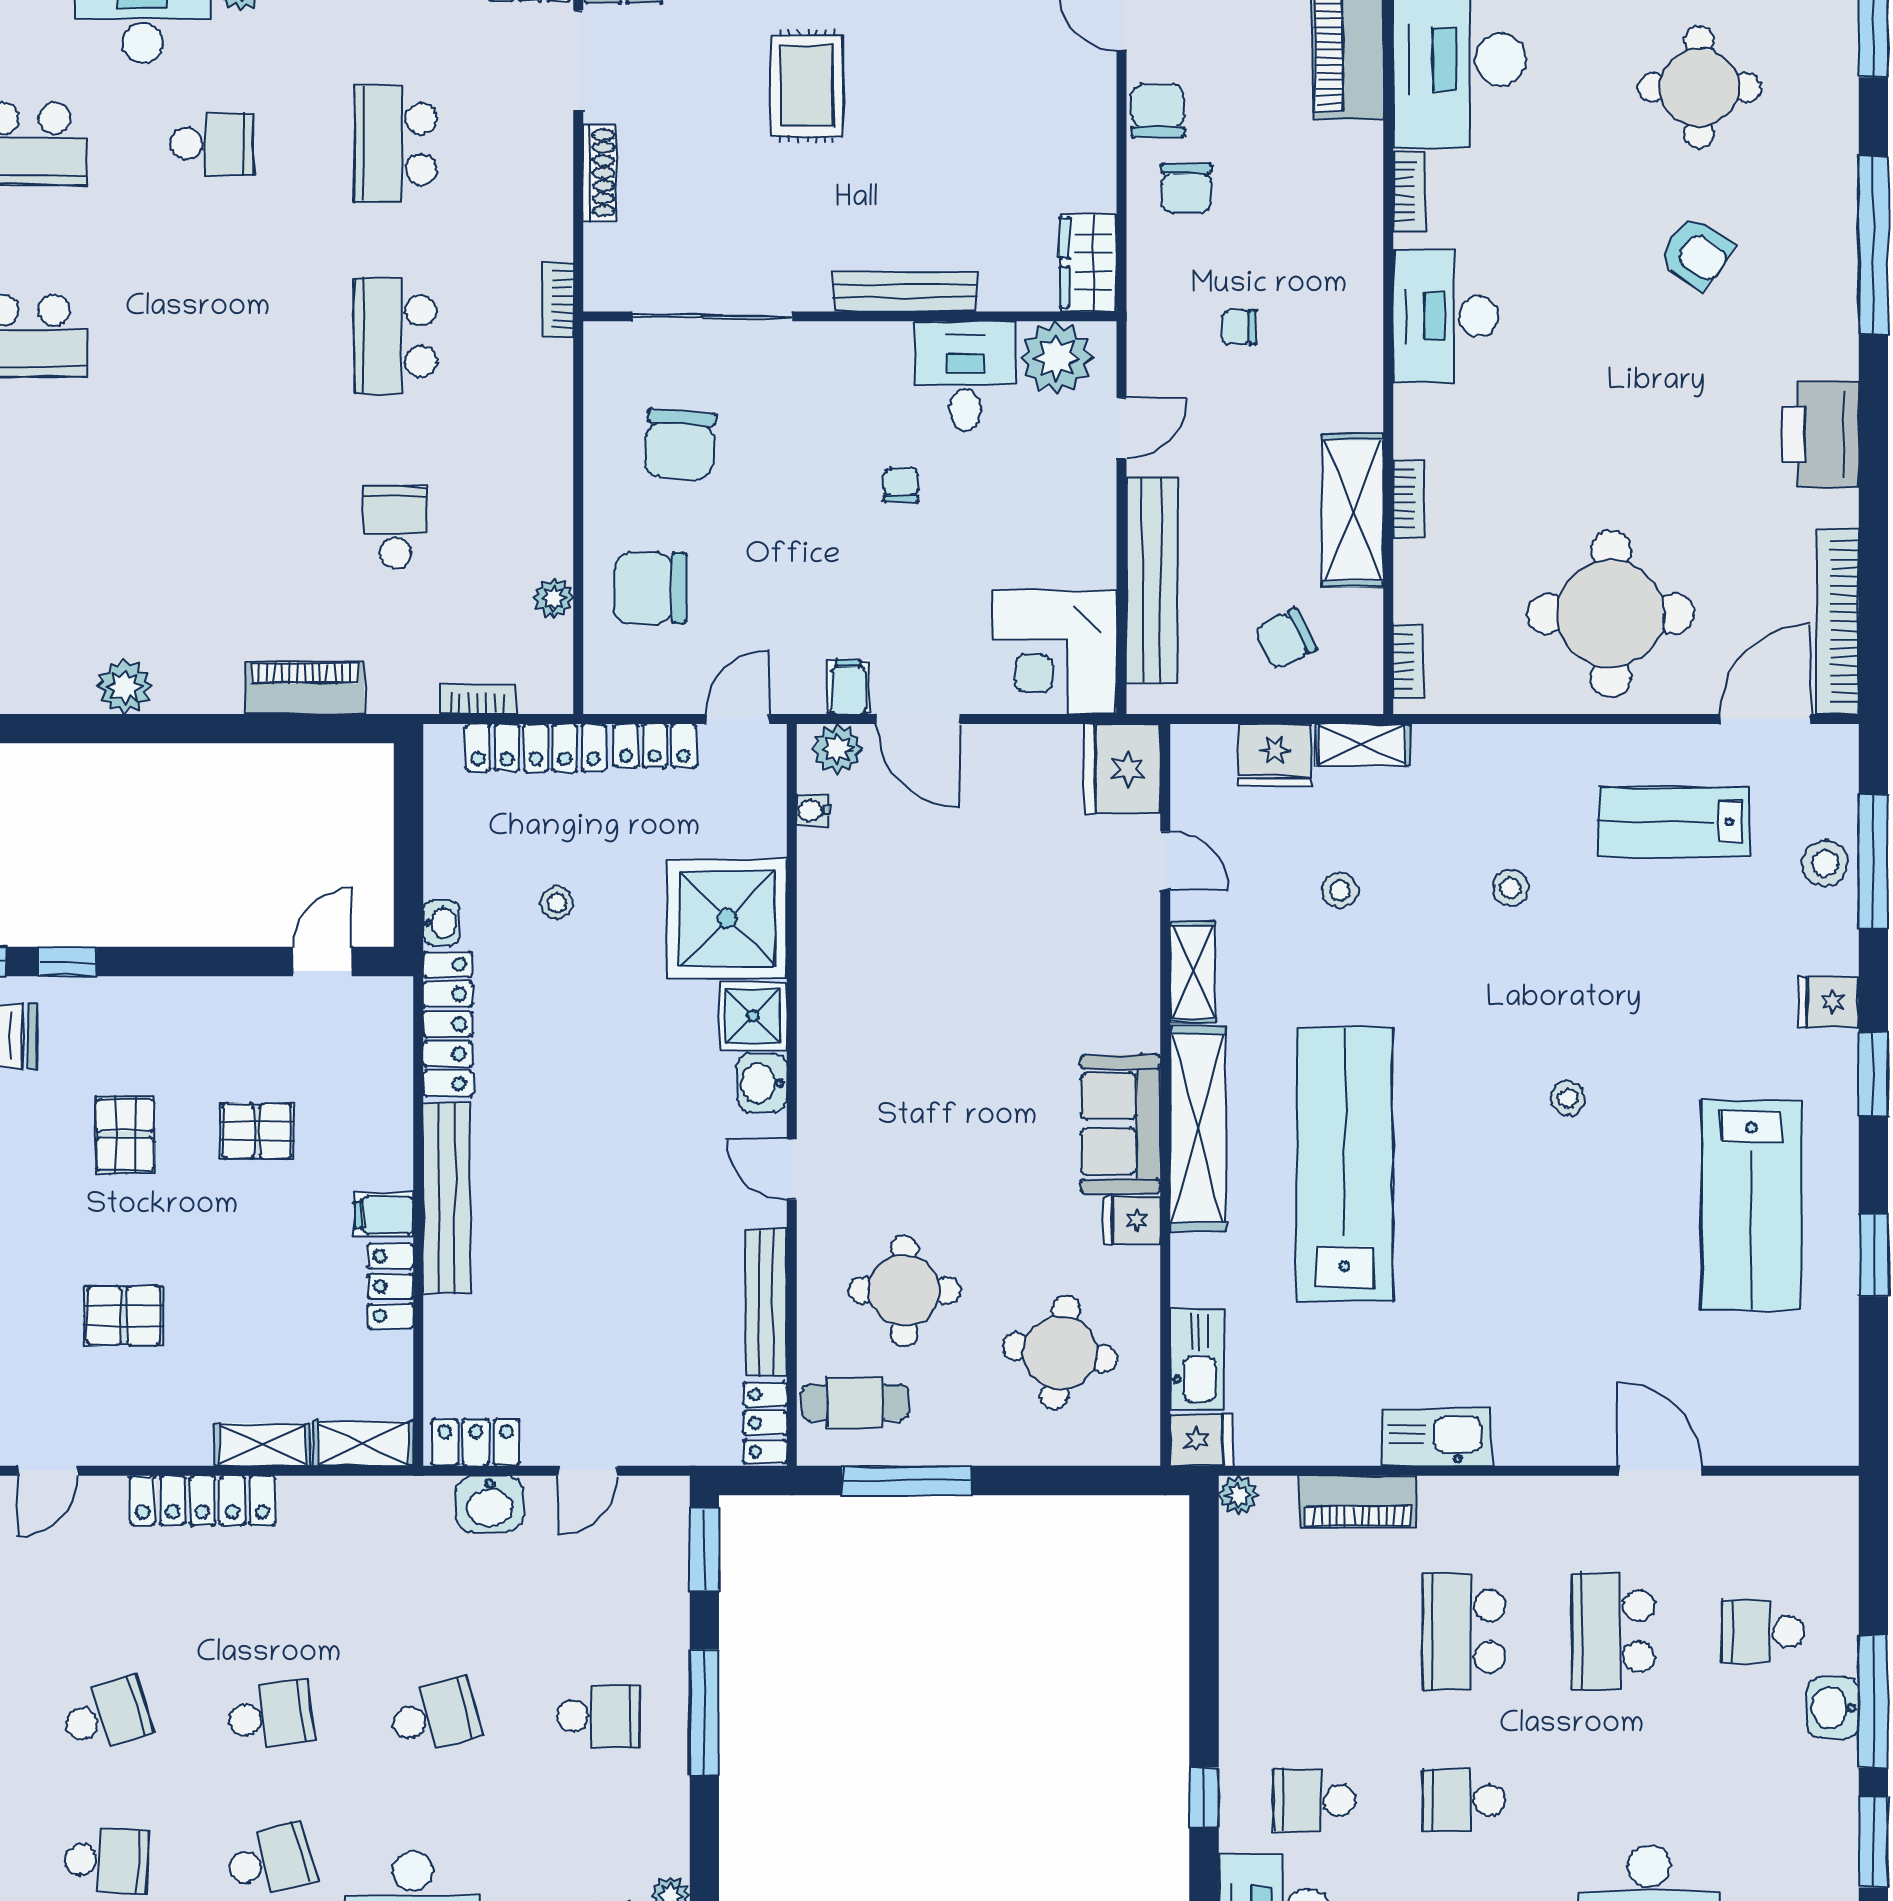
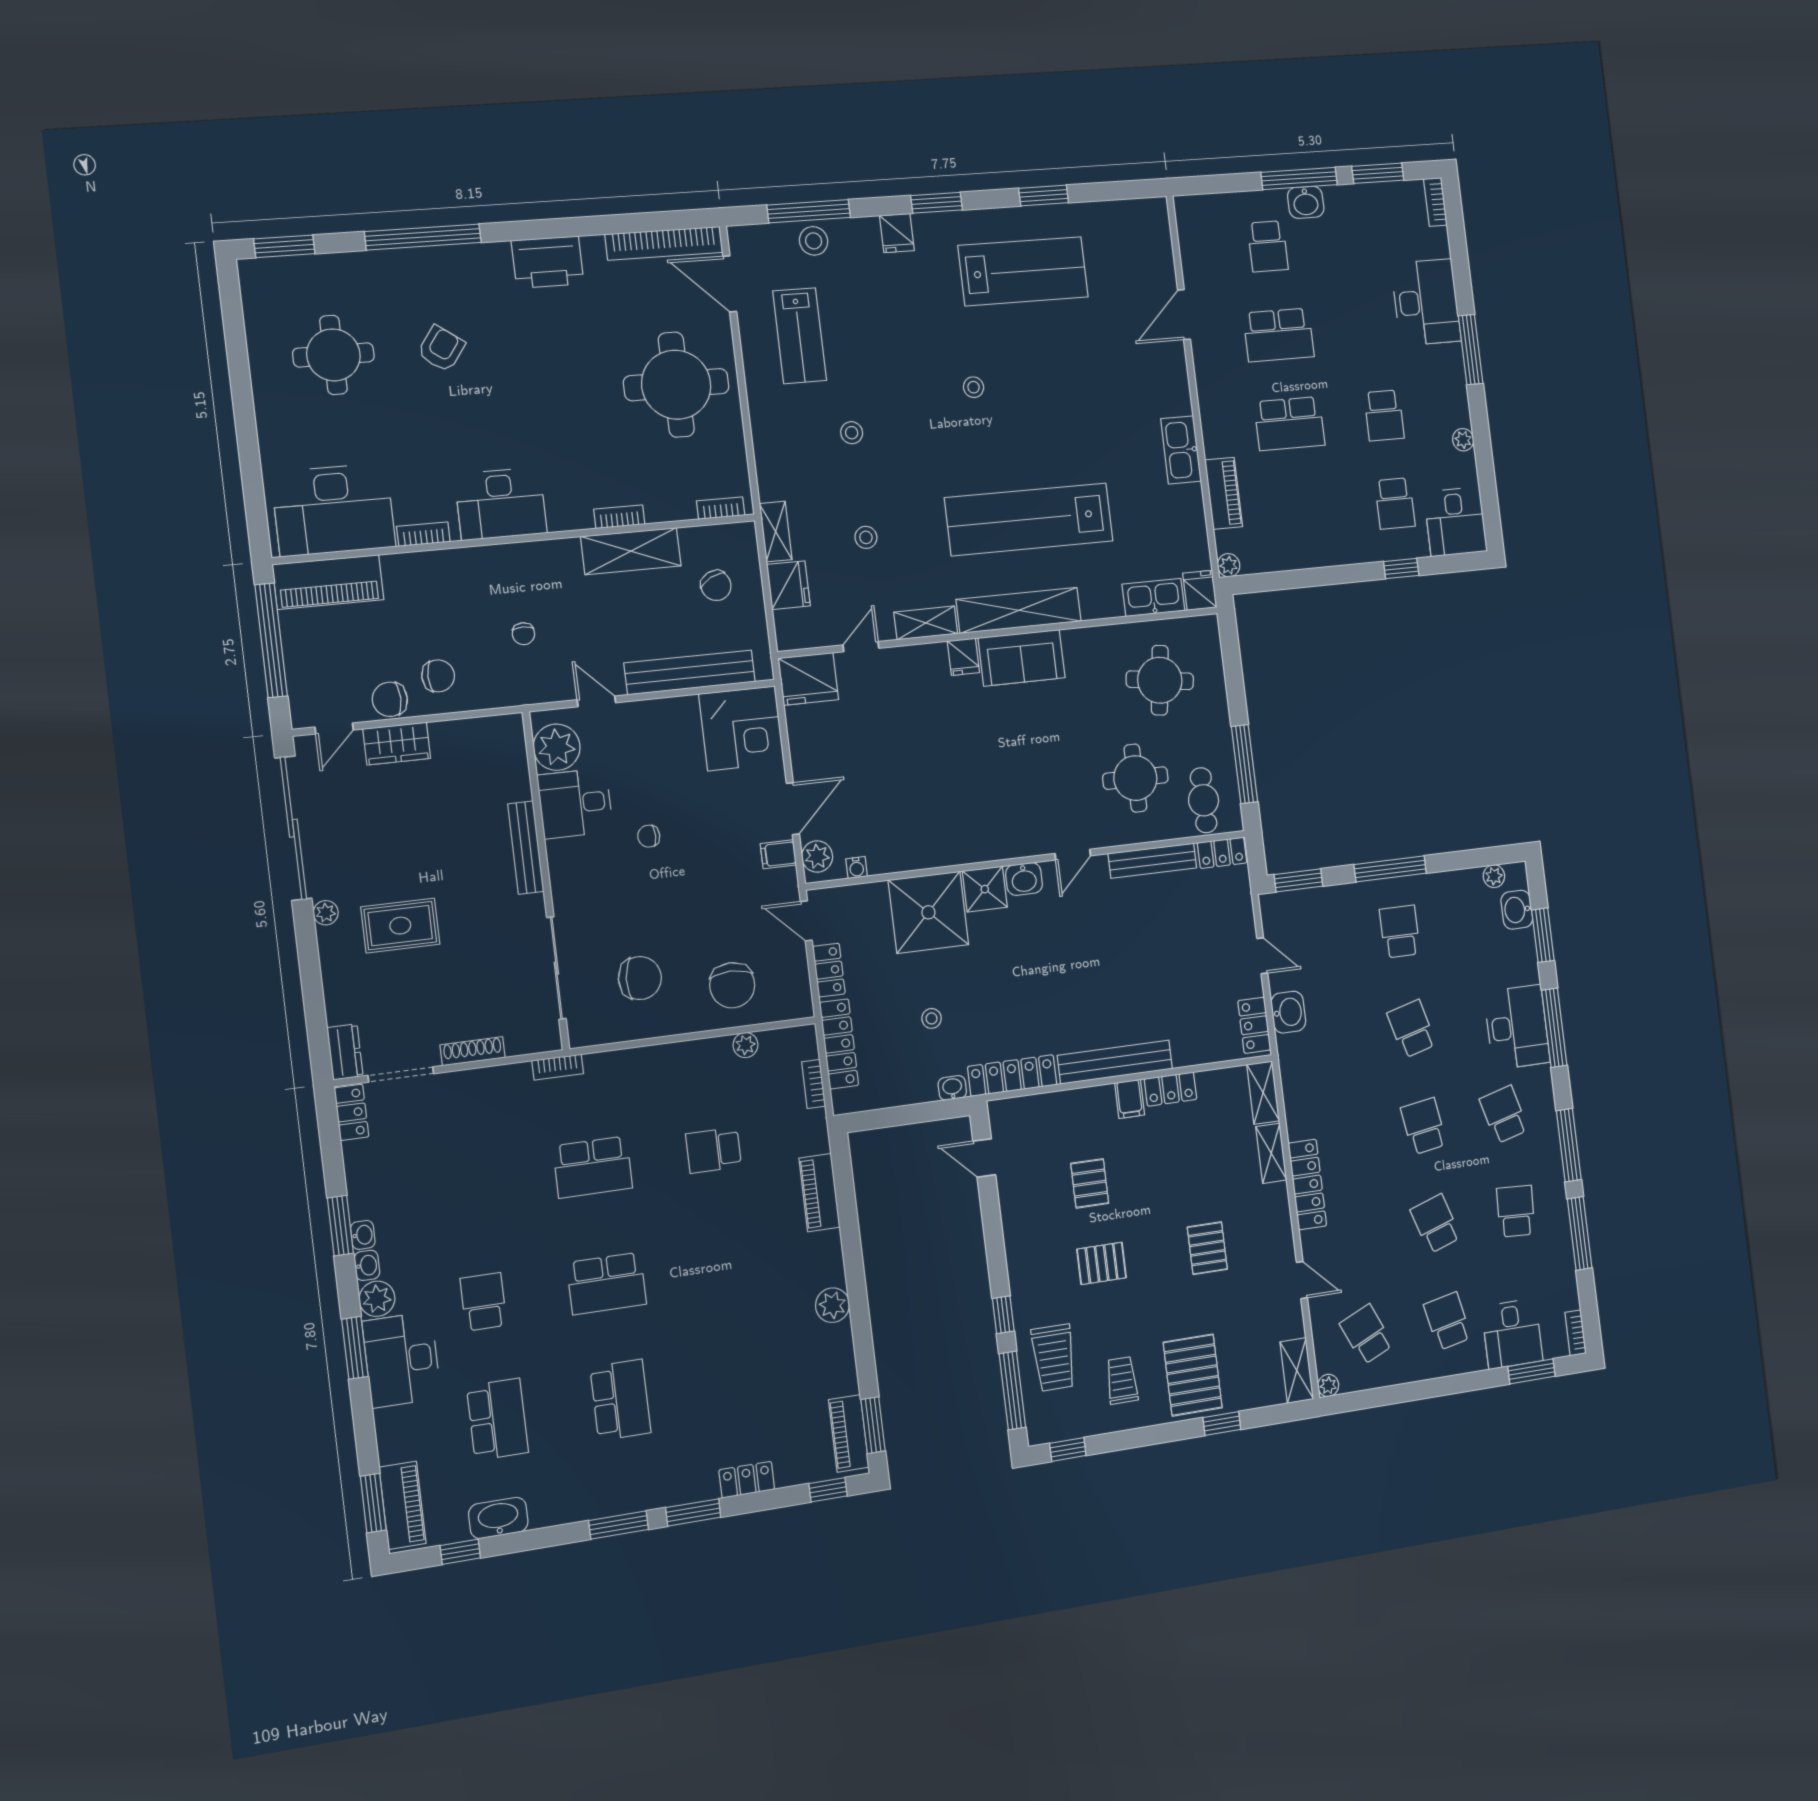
school desk: (395, 144) -> (607, 1283), moved
wardrobe: (1088, 263) -> (397, 744), moved
fridge: (1132, 1220) -> (963, 657), moved

